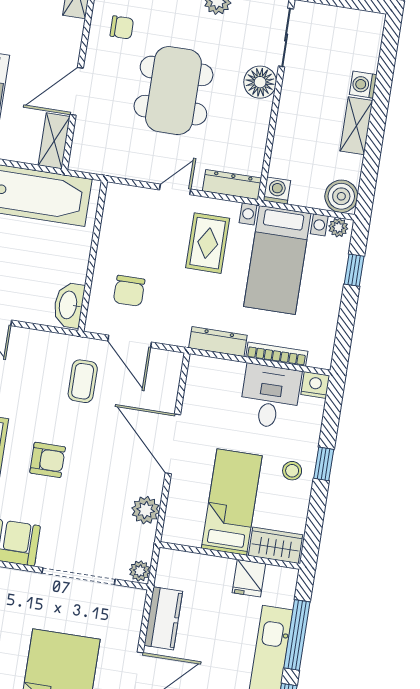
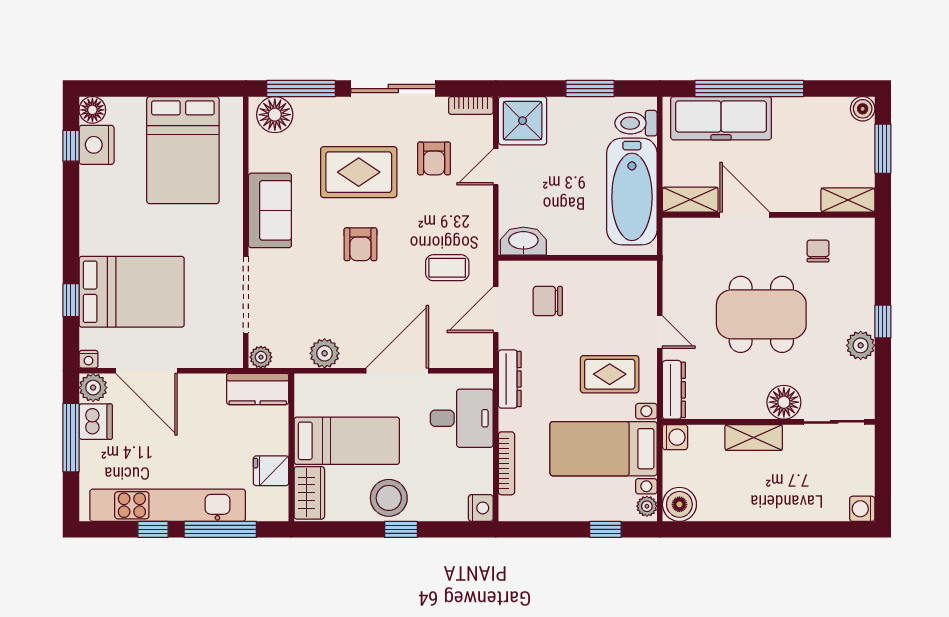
chair: (122, 27) -> (818, 251), turned 180
washing machine: (363, 85) -> (862, 509), moved, turned -90
shelving: (356, 126) -> (754, 437), moved
dresser: (218, 342) -> (510, 379), moved
desk: (270, 397) -> (462, 418), moved
stool: (292, 471) -> (389, 498), width x1.89, depth x1.89
kitchen counter: (163, 618) -> (258, 389), moved

